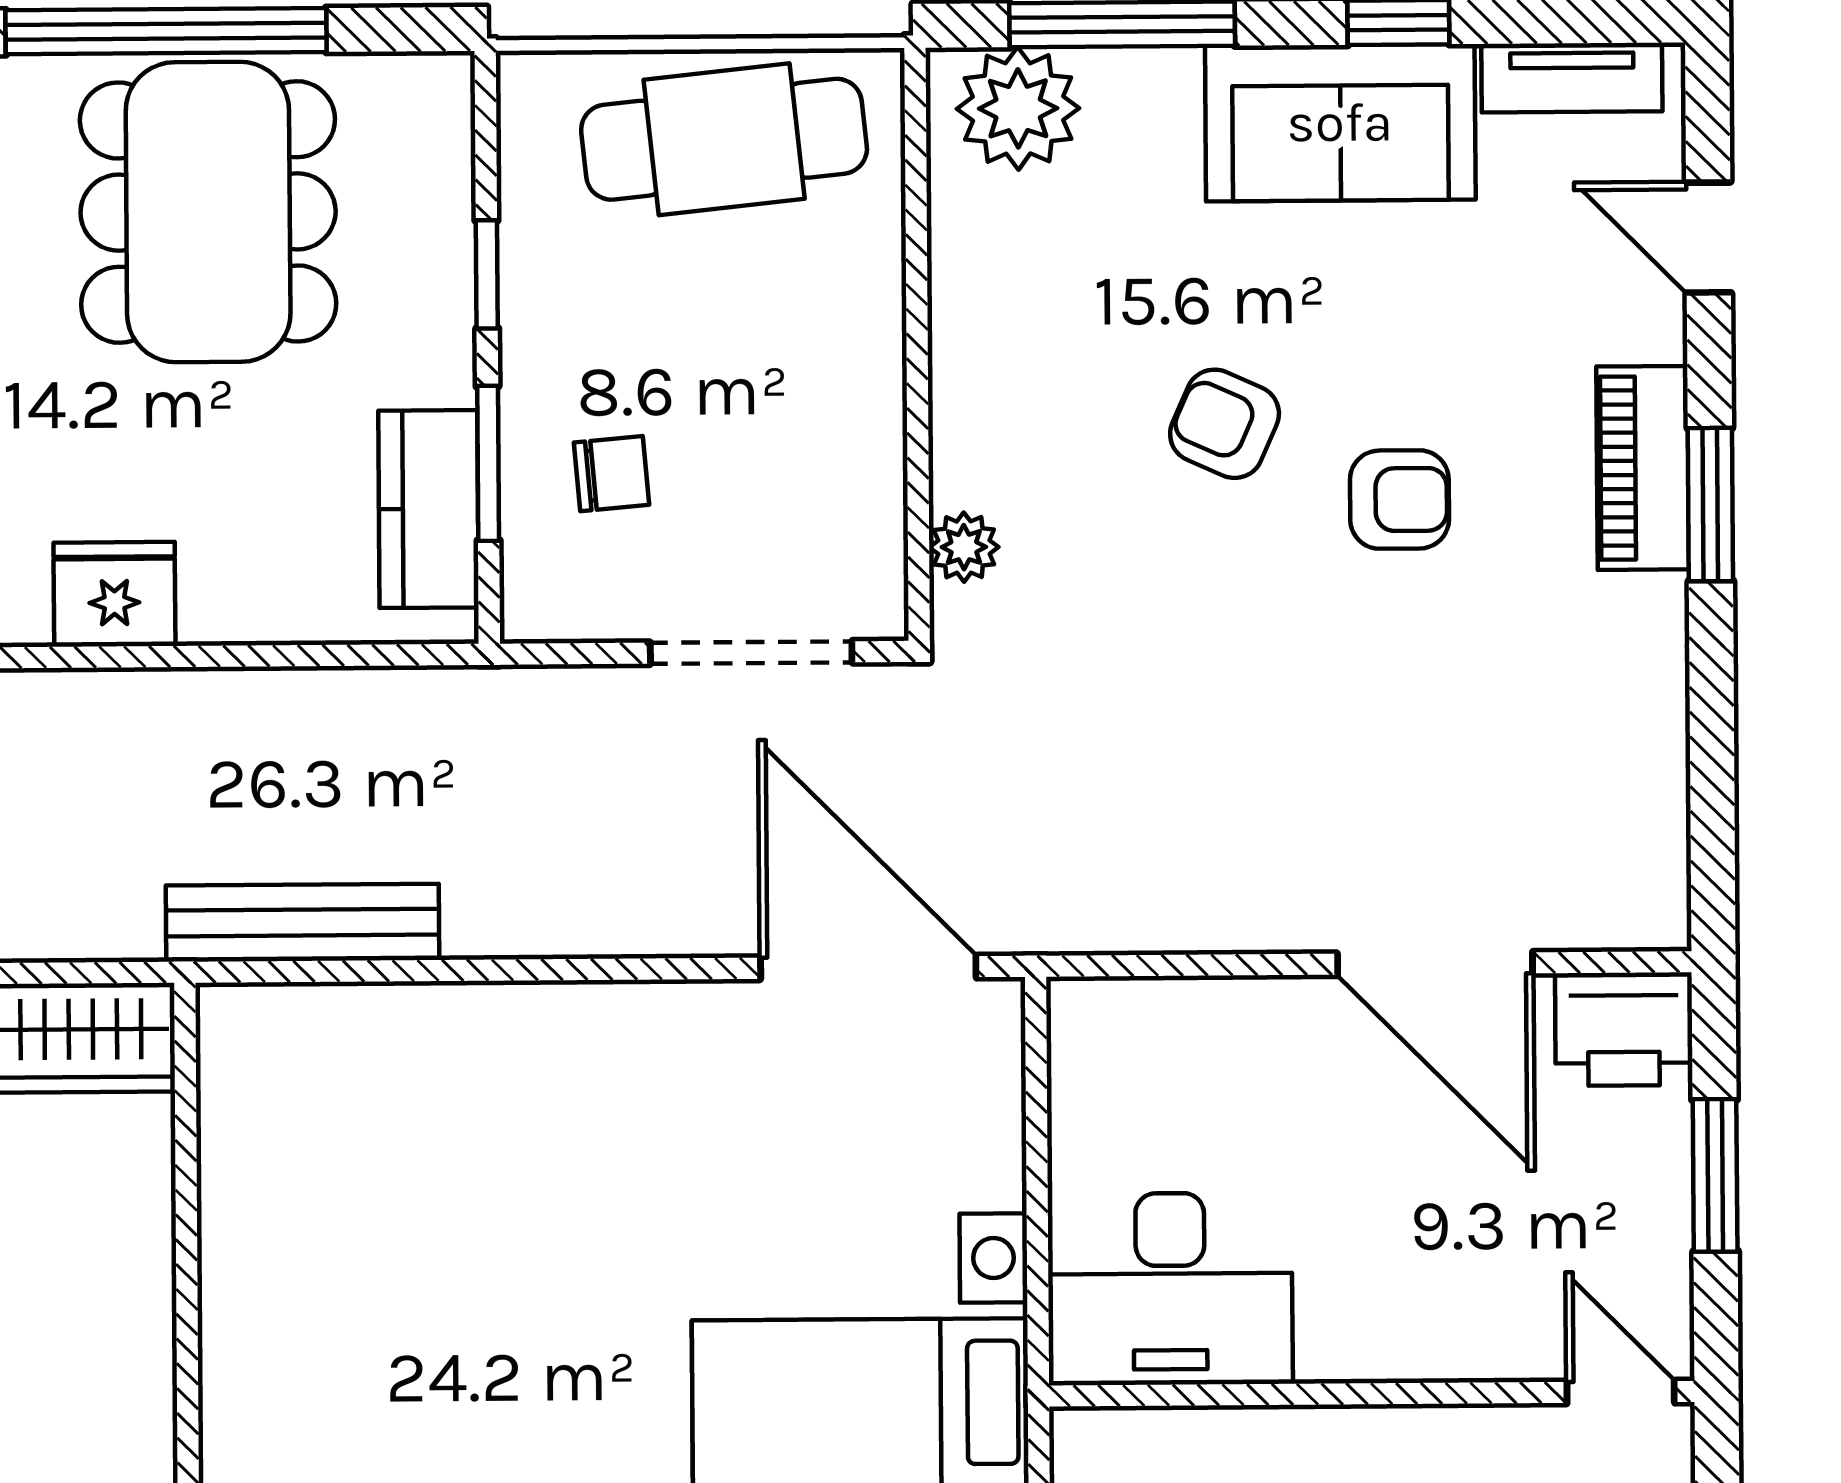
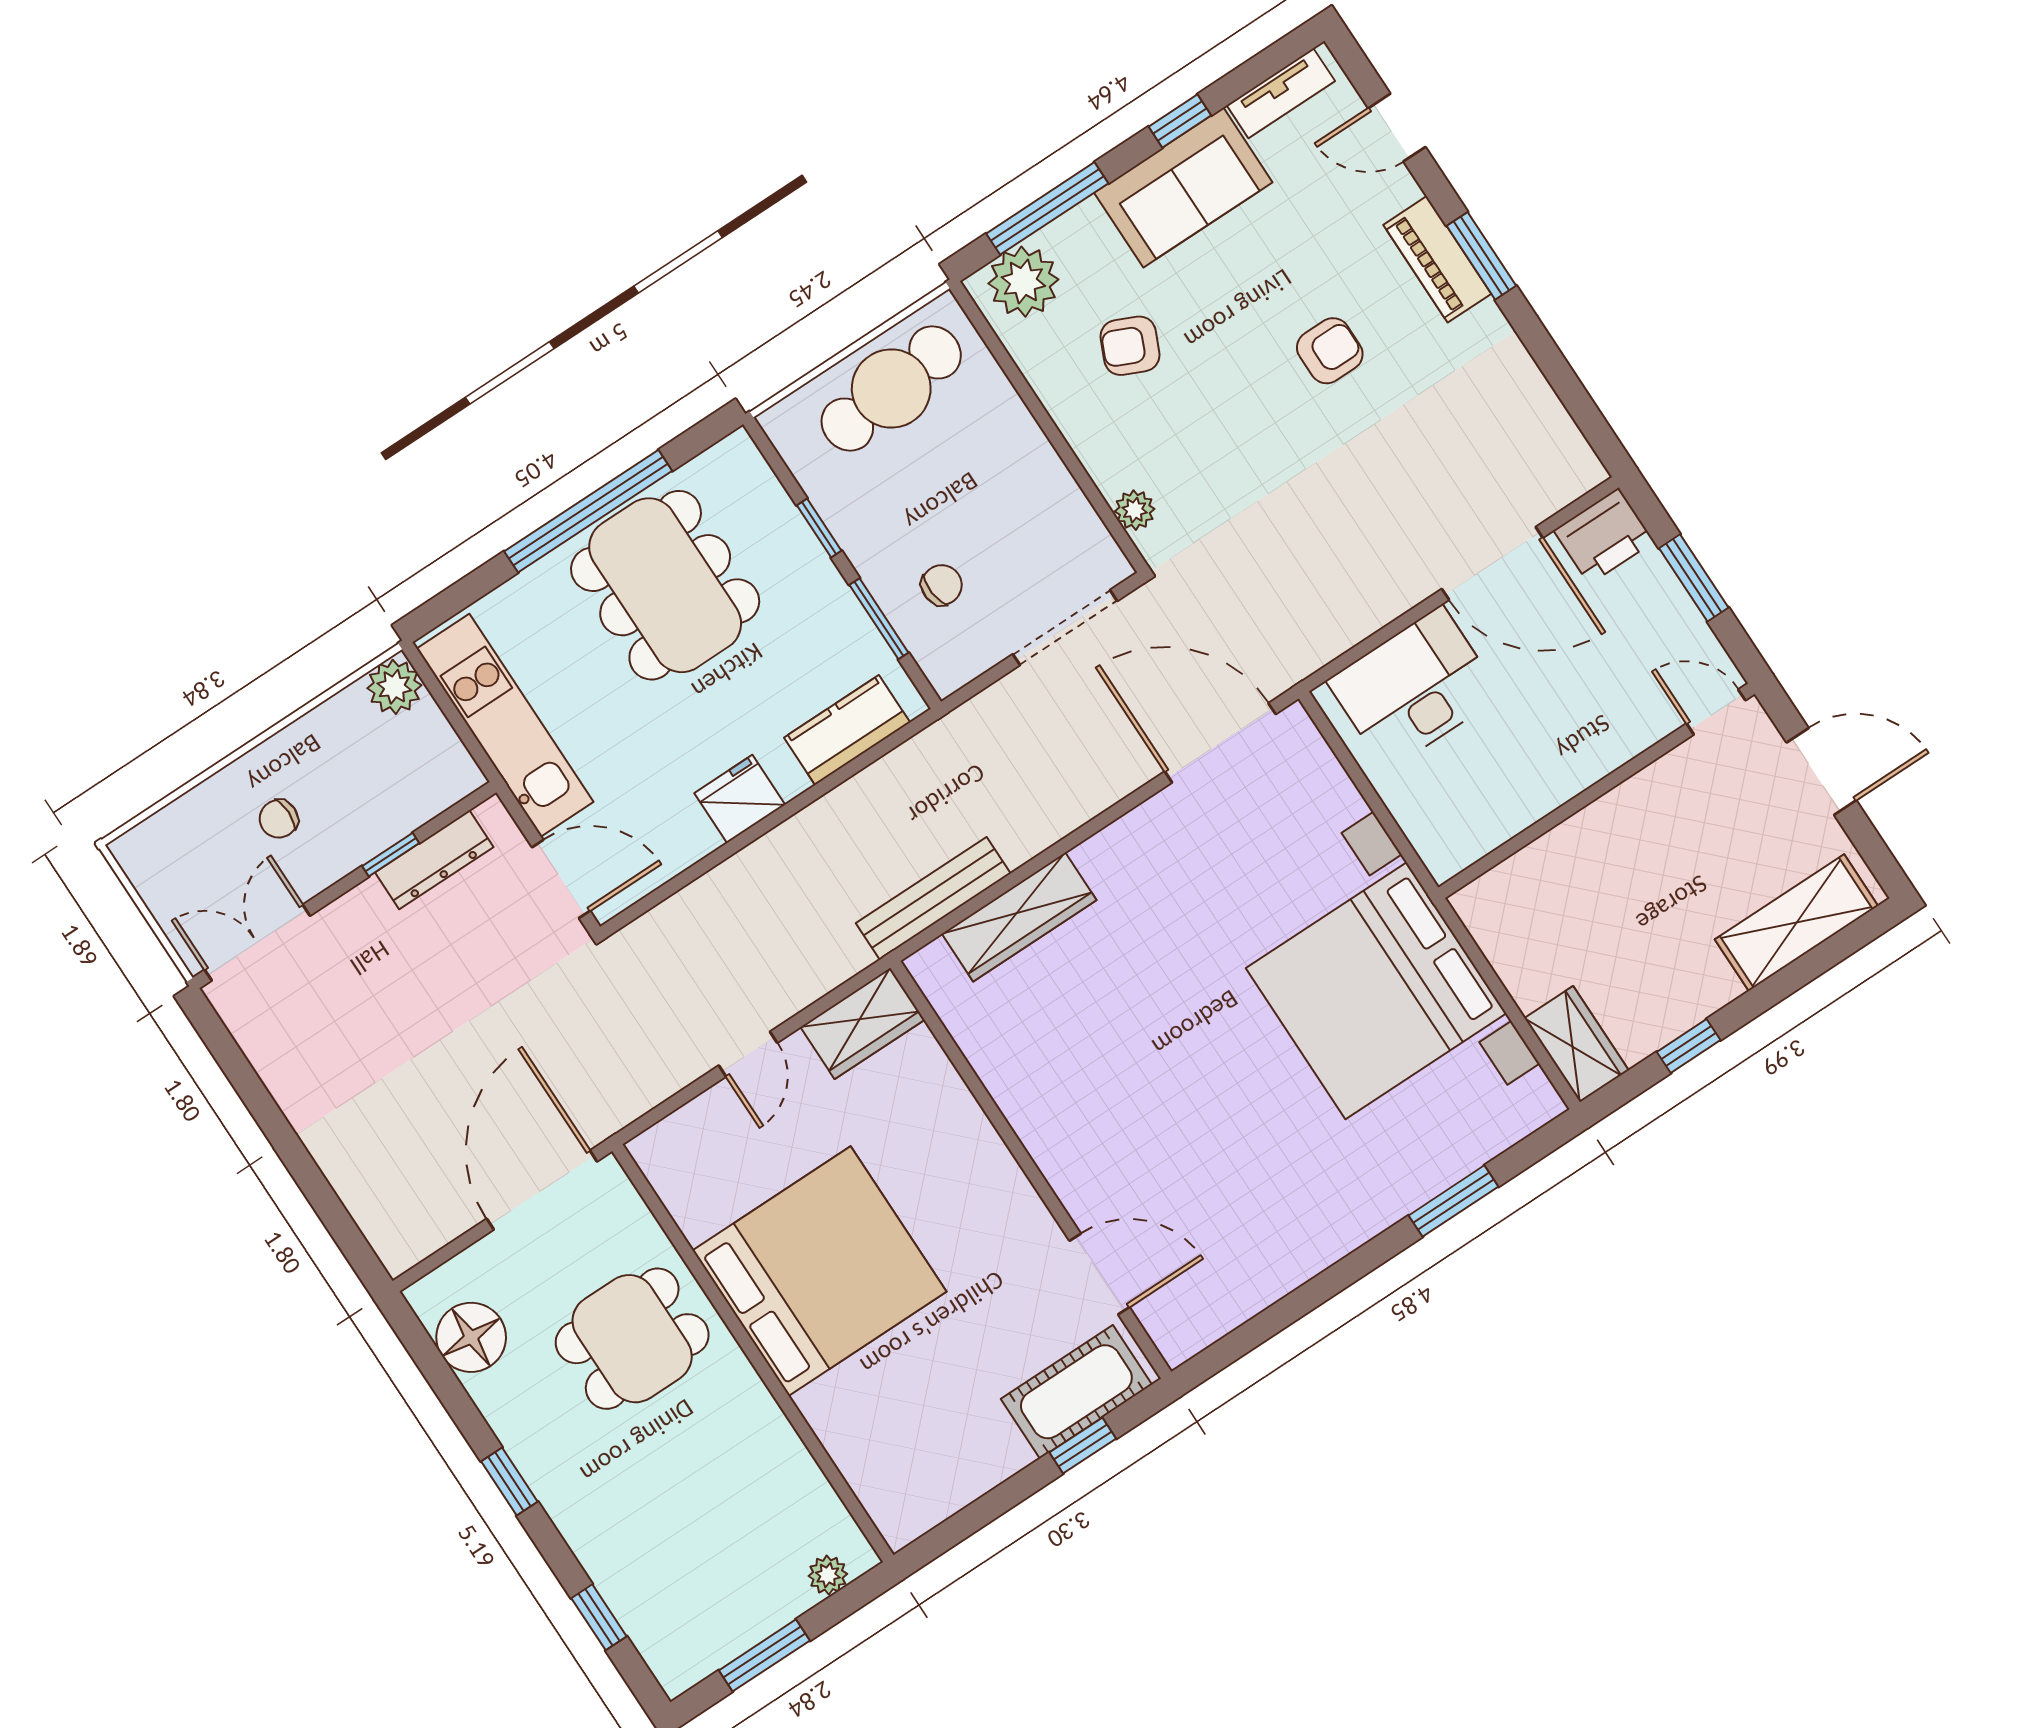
armchair: (1225, 424) -> (1130, 346), moved
kitchen counter: (428, 509) -> (847, 730), moved, turned 90
wardrobe: (410, 1031) -> (1019, 917), added
desk: (1170, 1289) -> (1414, 688), moved, turned 180

